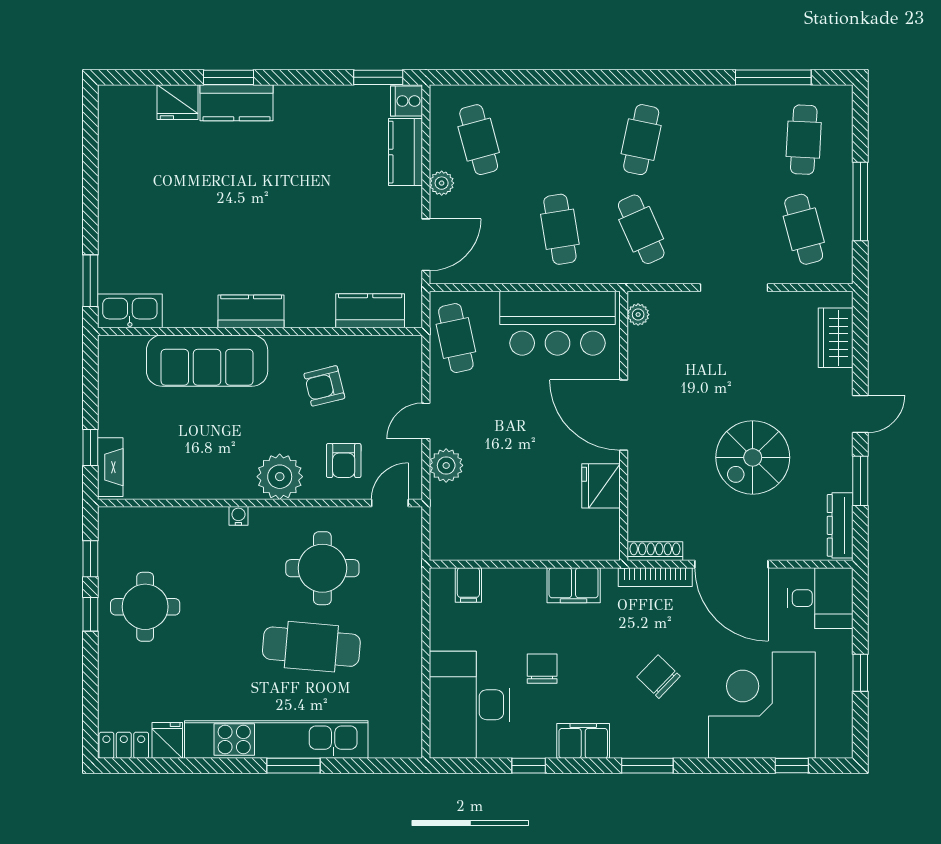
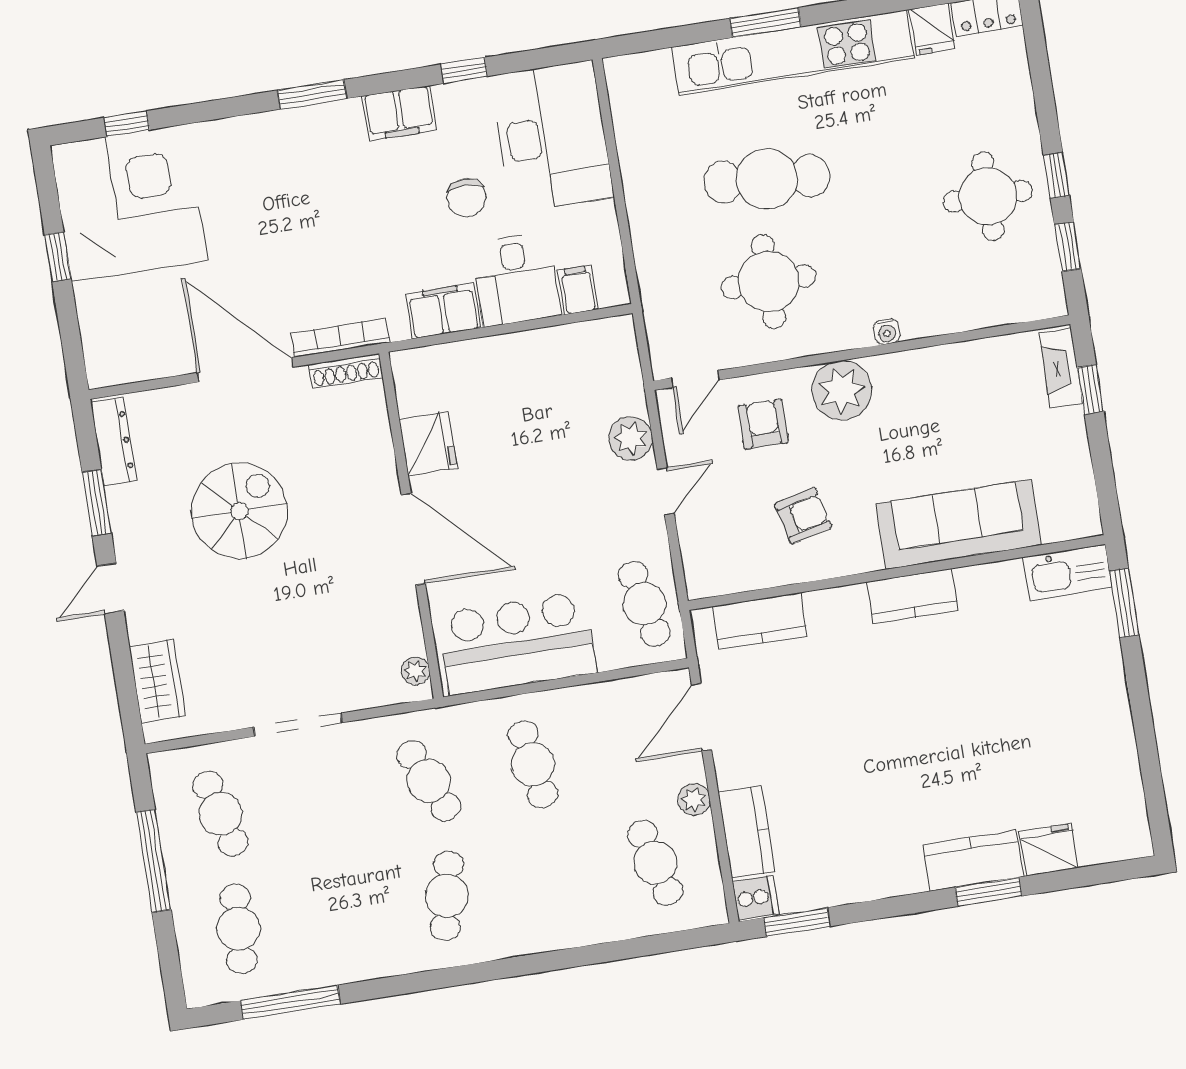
desk: (820, 598) -> (516, 279), moved, turned -90
chair: (659, 677) -> (316, 211), removed
corner desk: (762, 705) -> (129, 203), moved, turned -90

